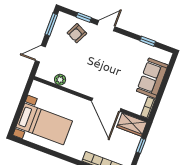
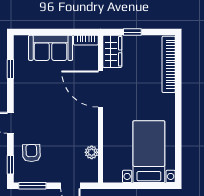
window: (84, 17) -> (10, 165), moved
armchair: (77, 33) -> (31, 153), turned -118
door: (106, 105) -> (101, 89), swing flipped

